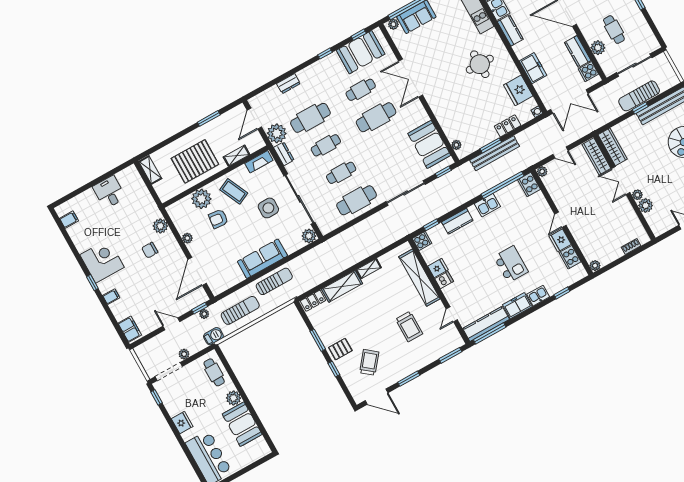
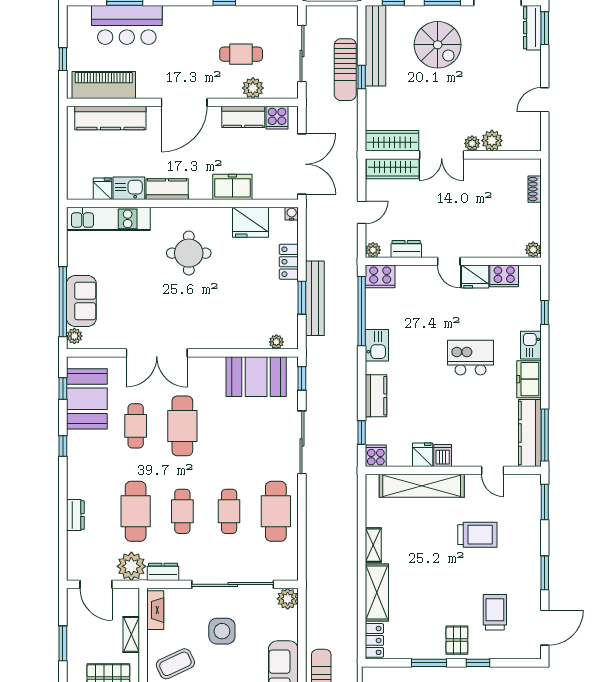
dresser: (554, 191) -> (406, 249), added
trolley: (369, 362) -> (495, 612), turned 51

